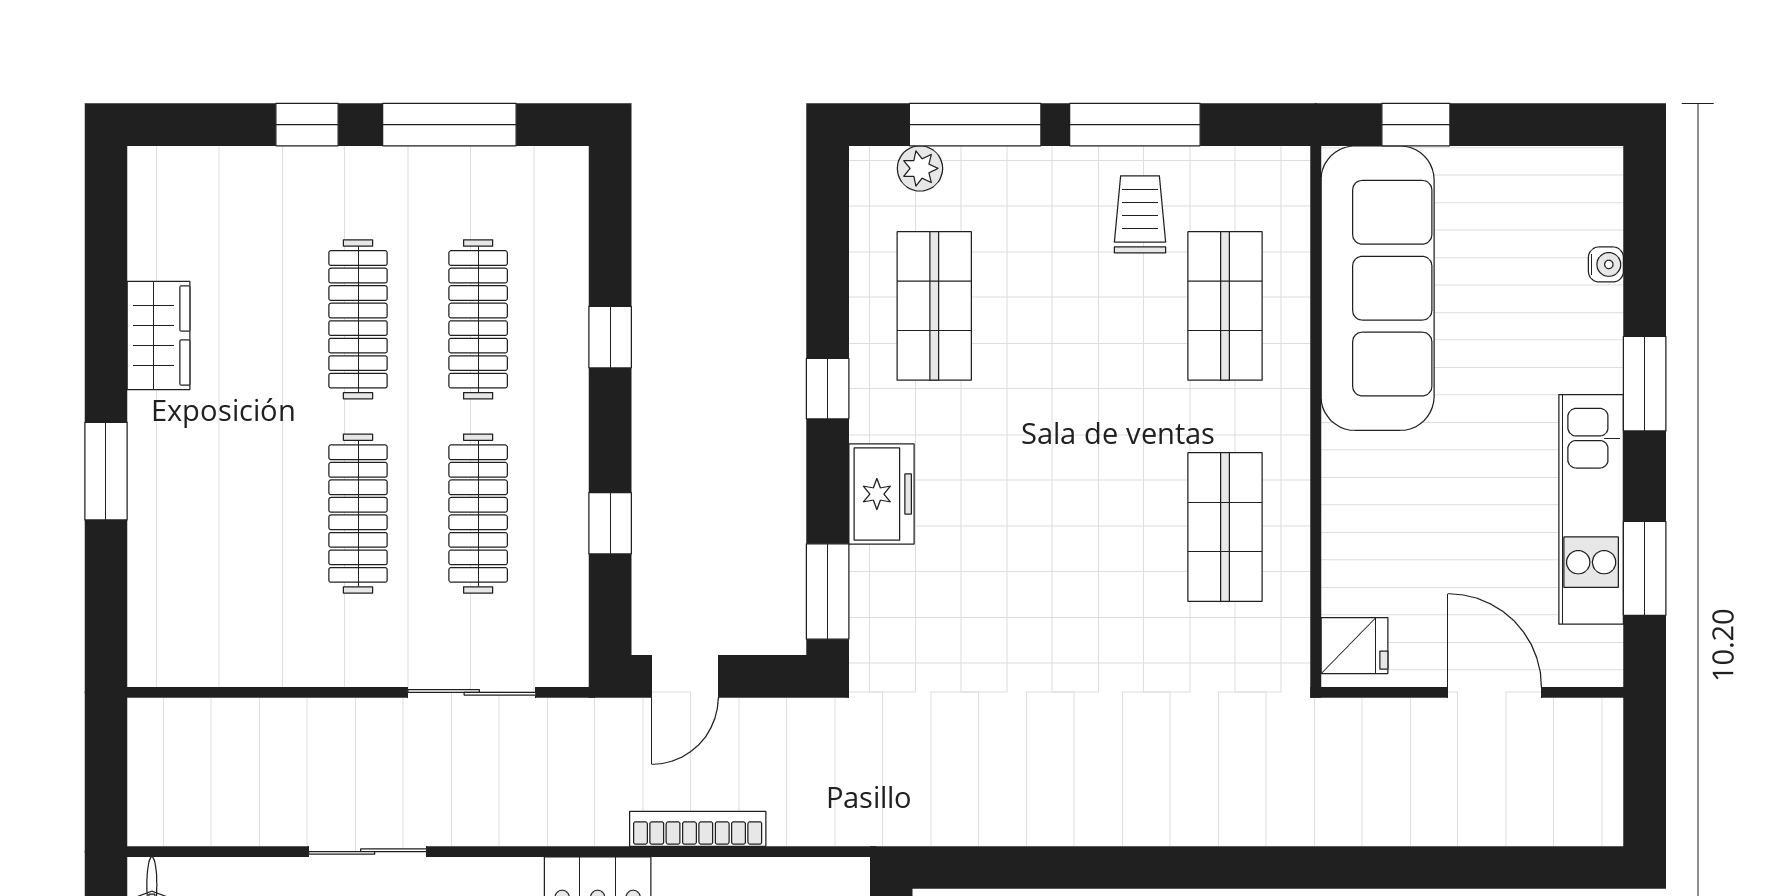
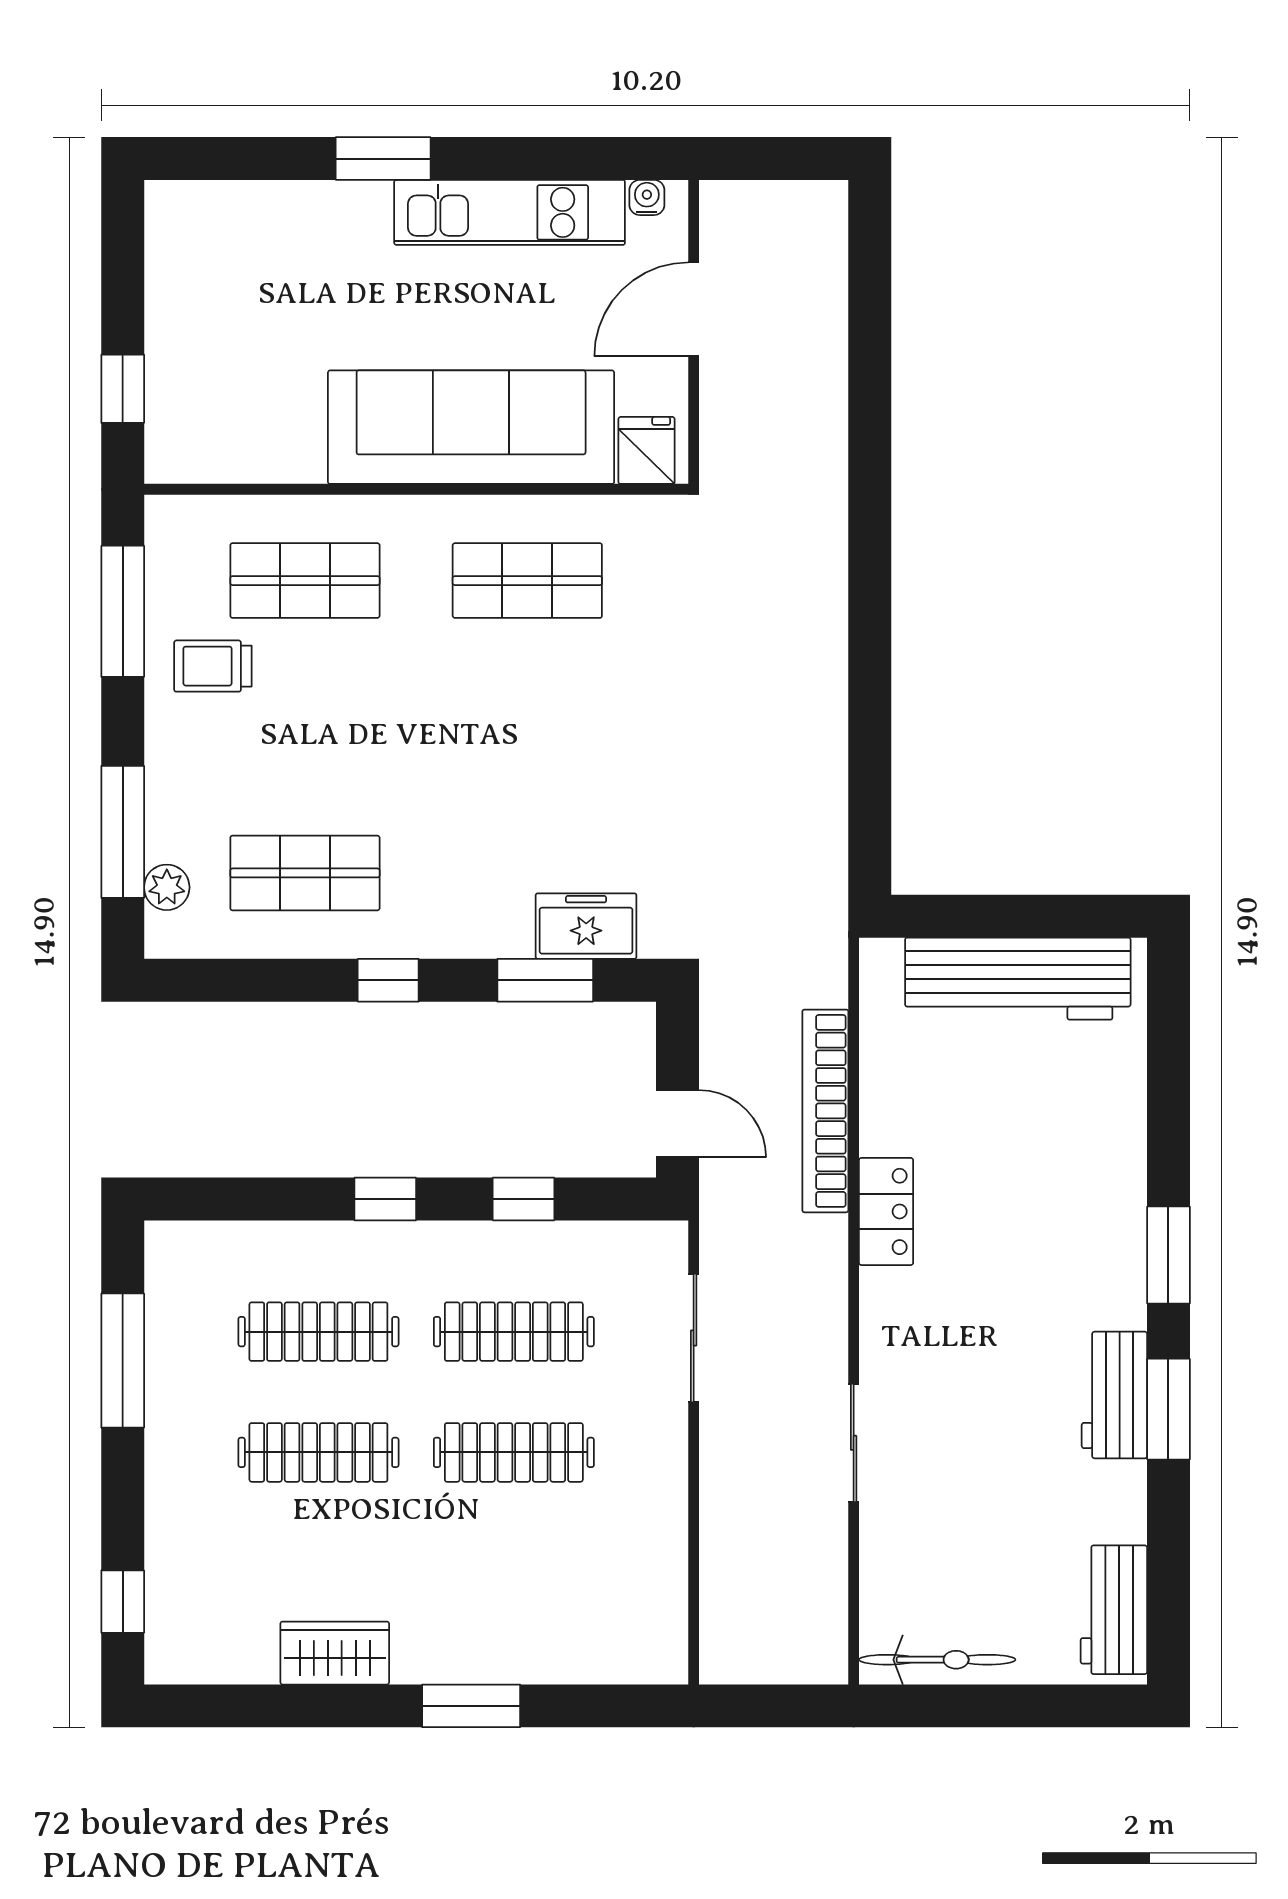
window: (307, 125) -> (123, 1602), moved
window: (1135, 125) -> (123, 611), moved
water cooler: (1606, 264) -> (647, 197), moved
sofa: (1378, 288) -> (471, 427), moved
window: (610, 337) -> (385, 1199), moved
freezer: (881, 494) -> (586, 926), moved
window: (1645, 568) -> (569, 159), removed
window: (828, 592) -> (545, 980), moved
bookcase: (698, 829) -> (825, 1111), width x1.48, depth x1.31

